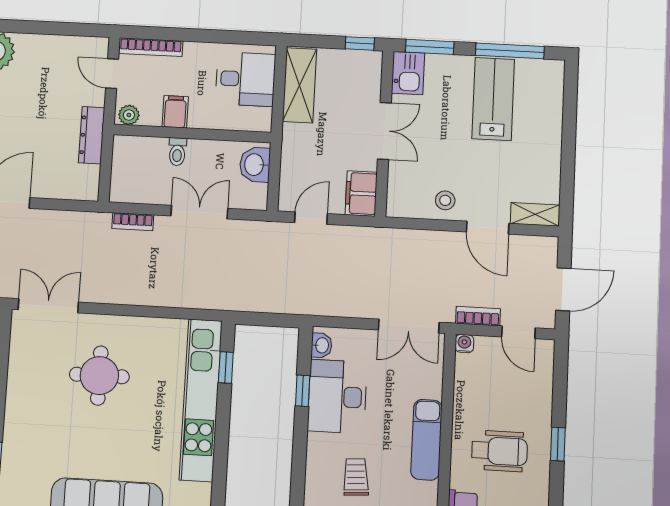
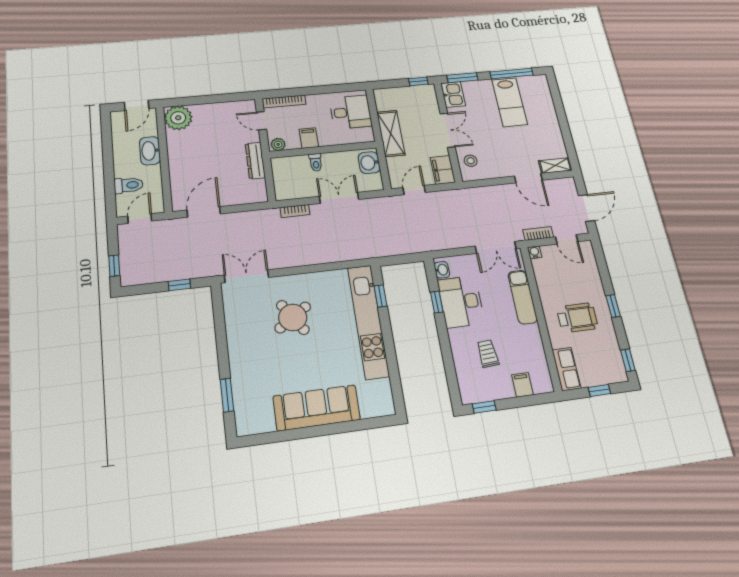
shelving: (300, 85) -> (391, 133), moved
lab bench: (493, 99) -> (510, 102), turned 180
stool: (445, 200) -> (471, 161), moved
round table: (99, 376) -> (293, 317), turned -34
exam couch: (426, 440) -> (523, 297), moved

